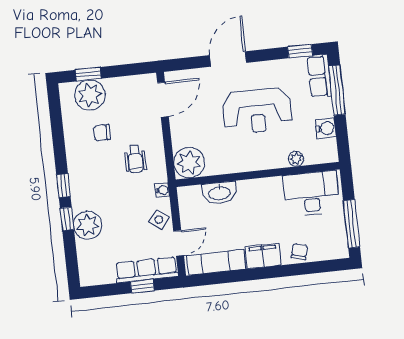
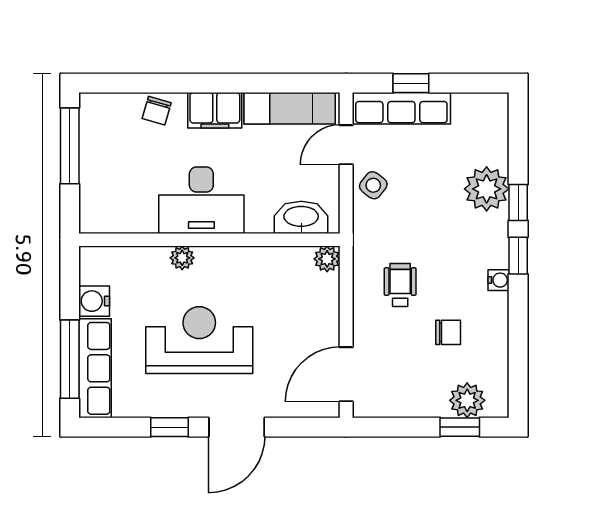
window: (300, 51) -> (169, 427), moved
row of seats: (319, 76) -> (95, 368), width x1.48
plant: (90, 95) -> (467, 400), width x0.73, depth x0.73
plant: (296, 159) -> (182, 258), moved
plant: (189, 163) -> (327, 259), width x0.53, depth x0.53
water cooler: (162, 190) -> (498, 280), moved, turned 180
washbasin: (219, 193) -> (301, 217), moved
desk: (311, 194) -> (201, 200), moved

